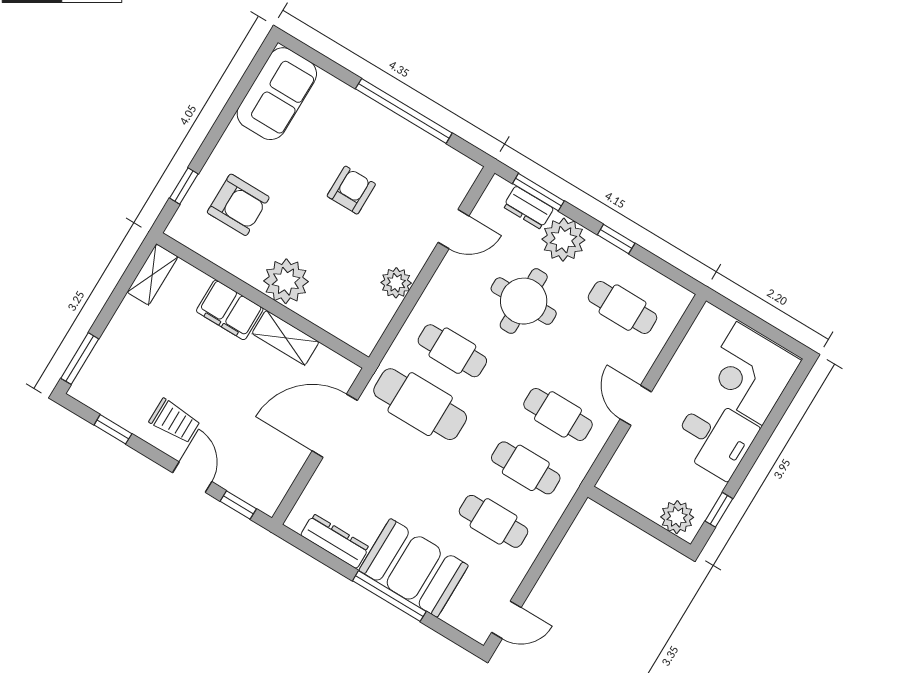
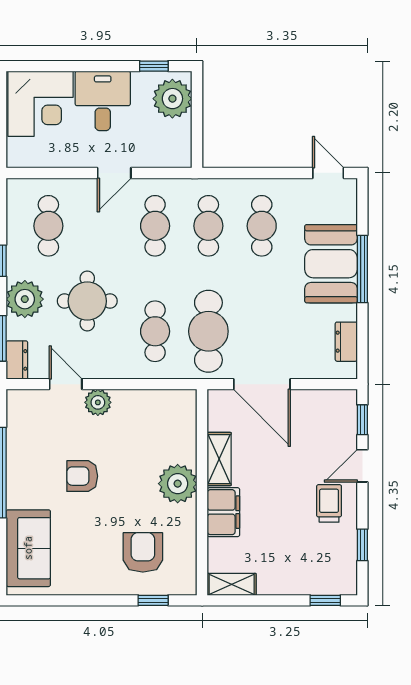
sofa: (277, 94) -> (28, 548), moved, turned 90
dresser: (528, 208) -> (17, 360), moved
plant: (396, 283) -> (98, 402), moved
window: (80, 359) -> (325, 600), width x0.67
plant: (677, 517) -> (172, 99), width x1.36, depth x1.36
dresser: (335, 541) -> (346, 342), width x0.70

